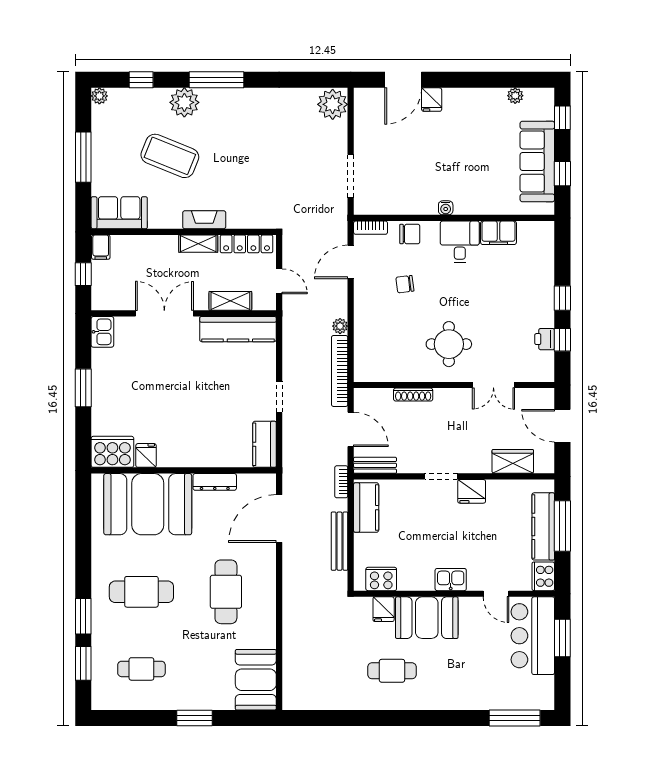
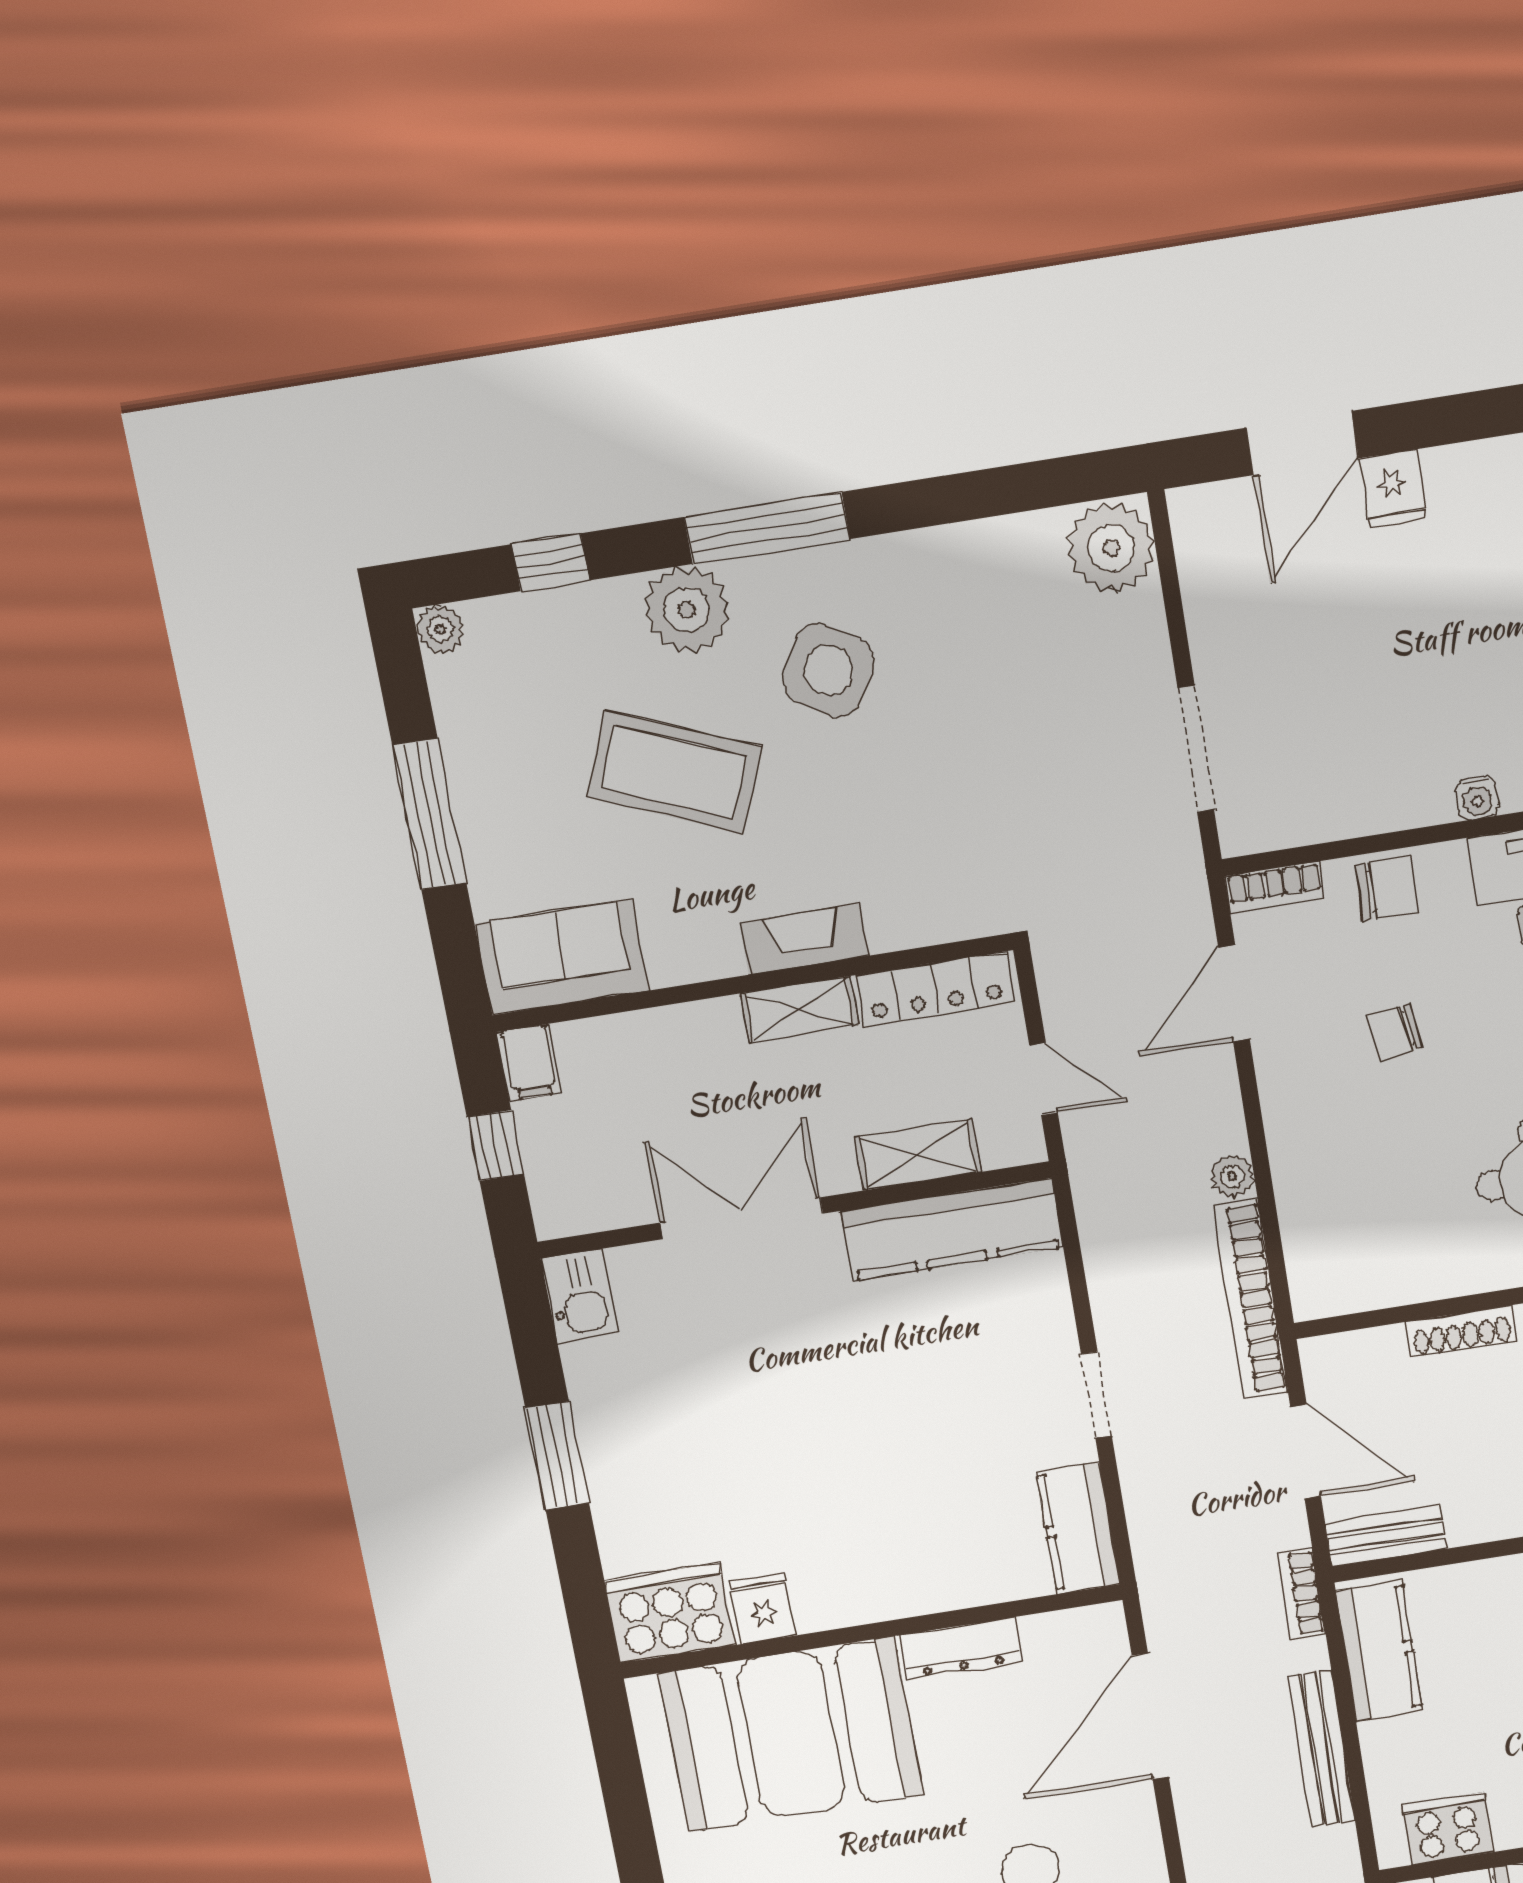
side table: (229, 130) -> (828, 671), added

